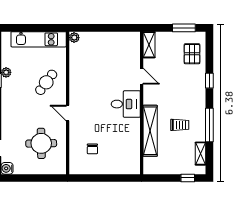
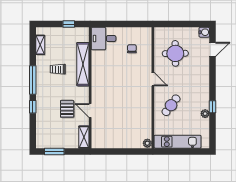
pallet: (192, 54) -> (67, 109), moved
desk: (126, 104) -> (104, 39), moved
window: (209, 125) -> (33, 80), moved
window: (188, 178) -> (69, 24), moved

